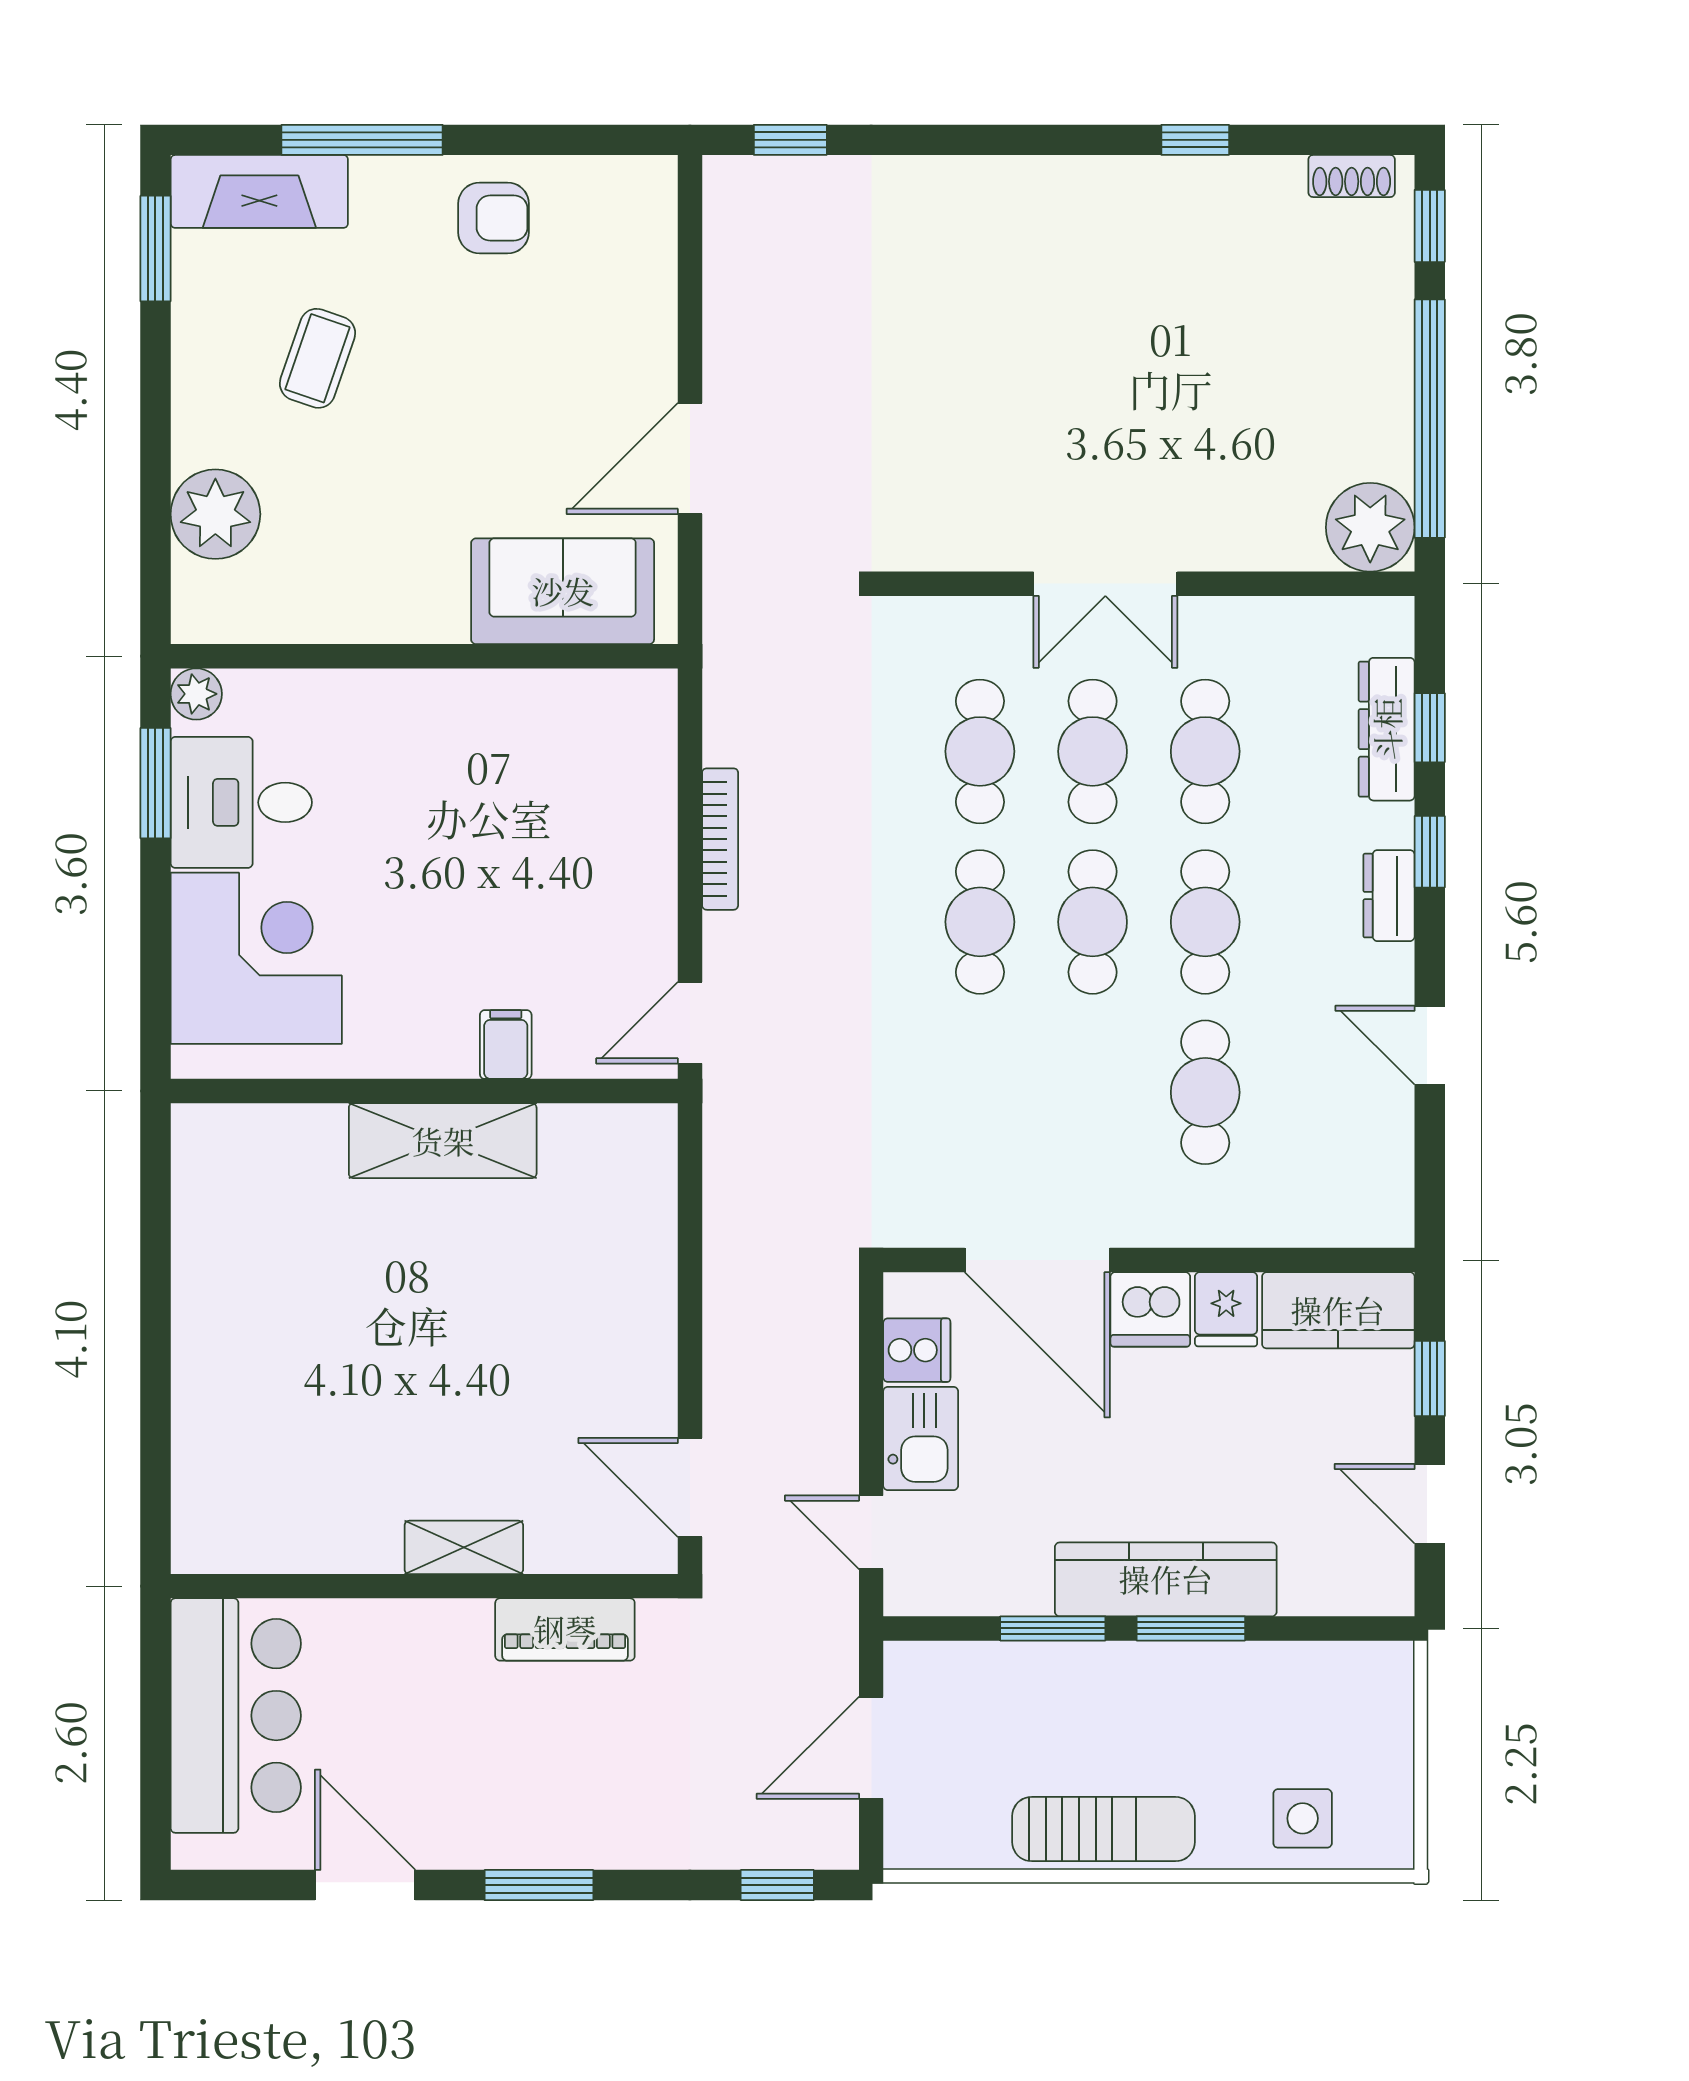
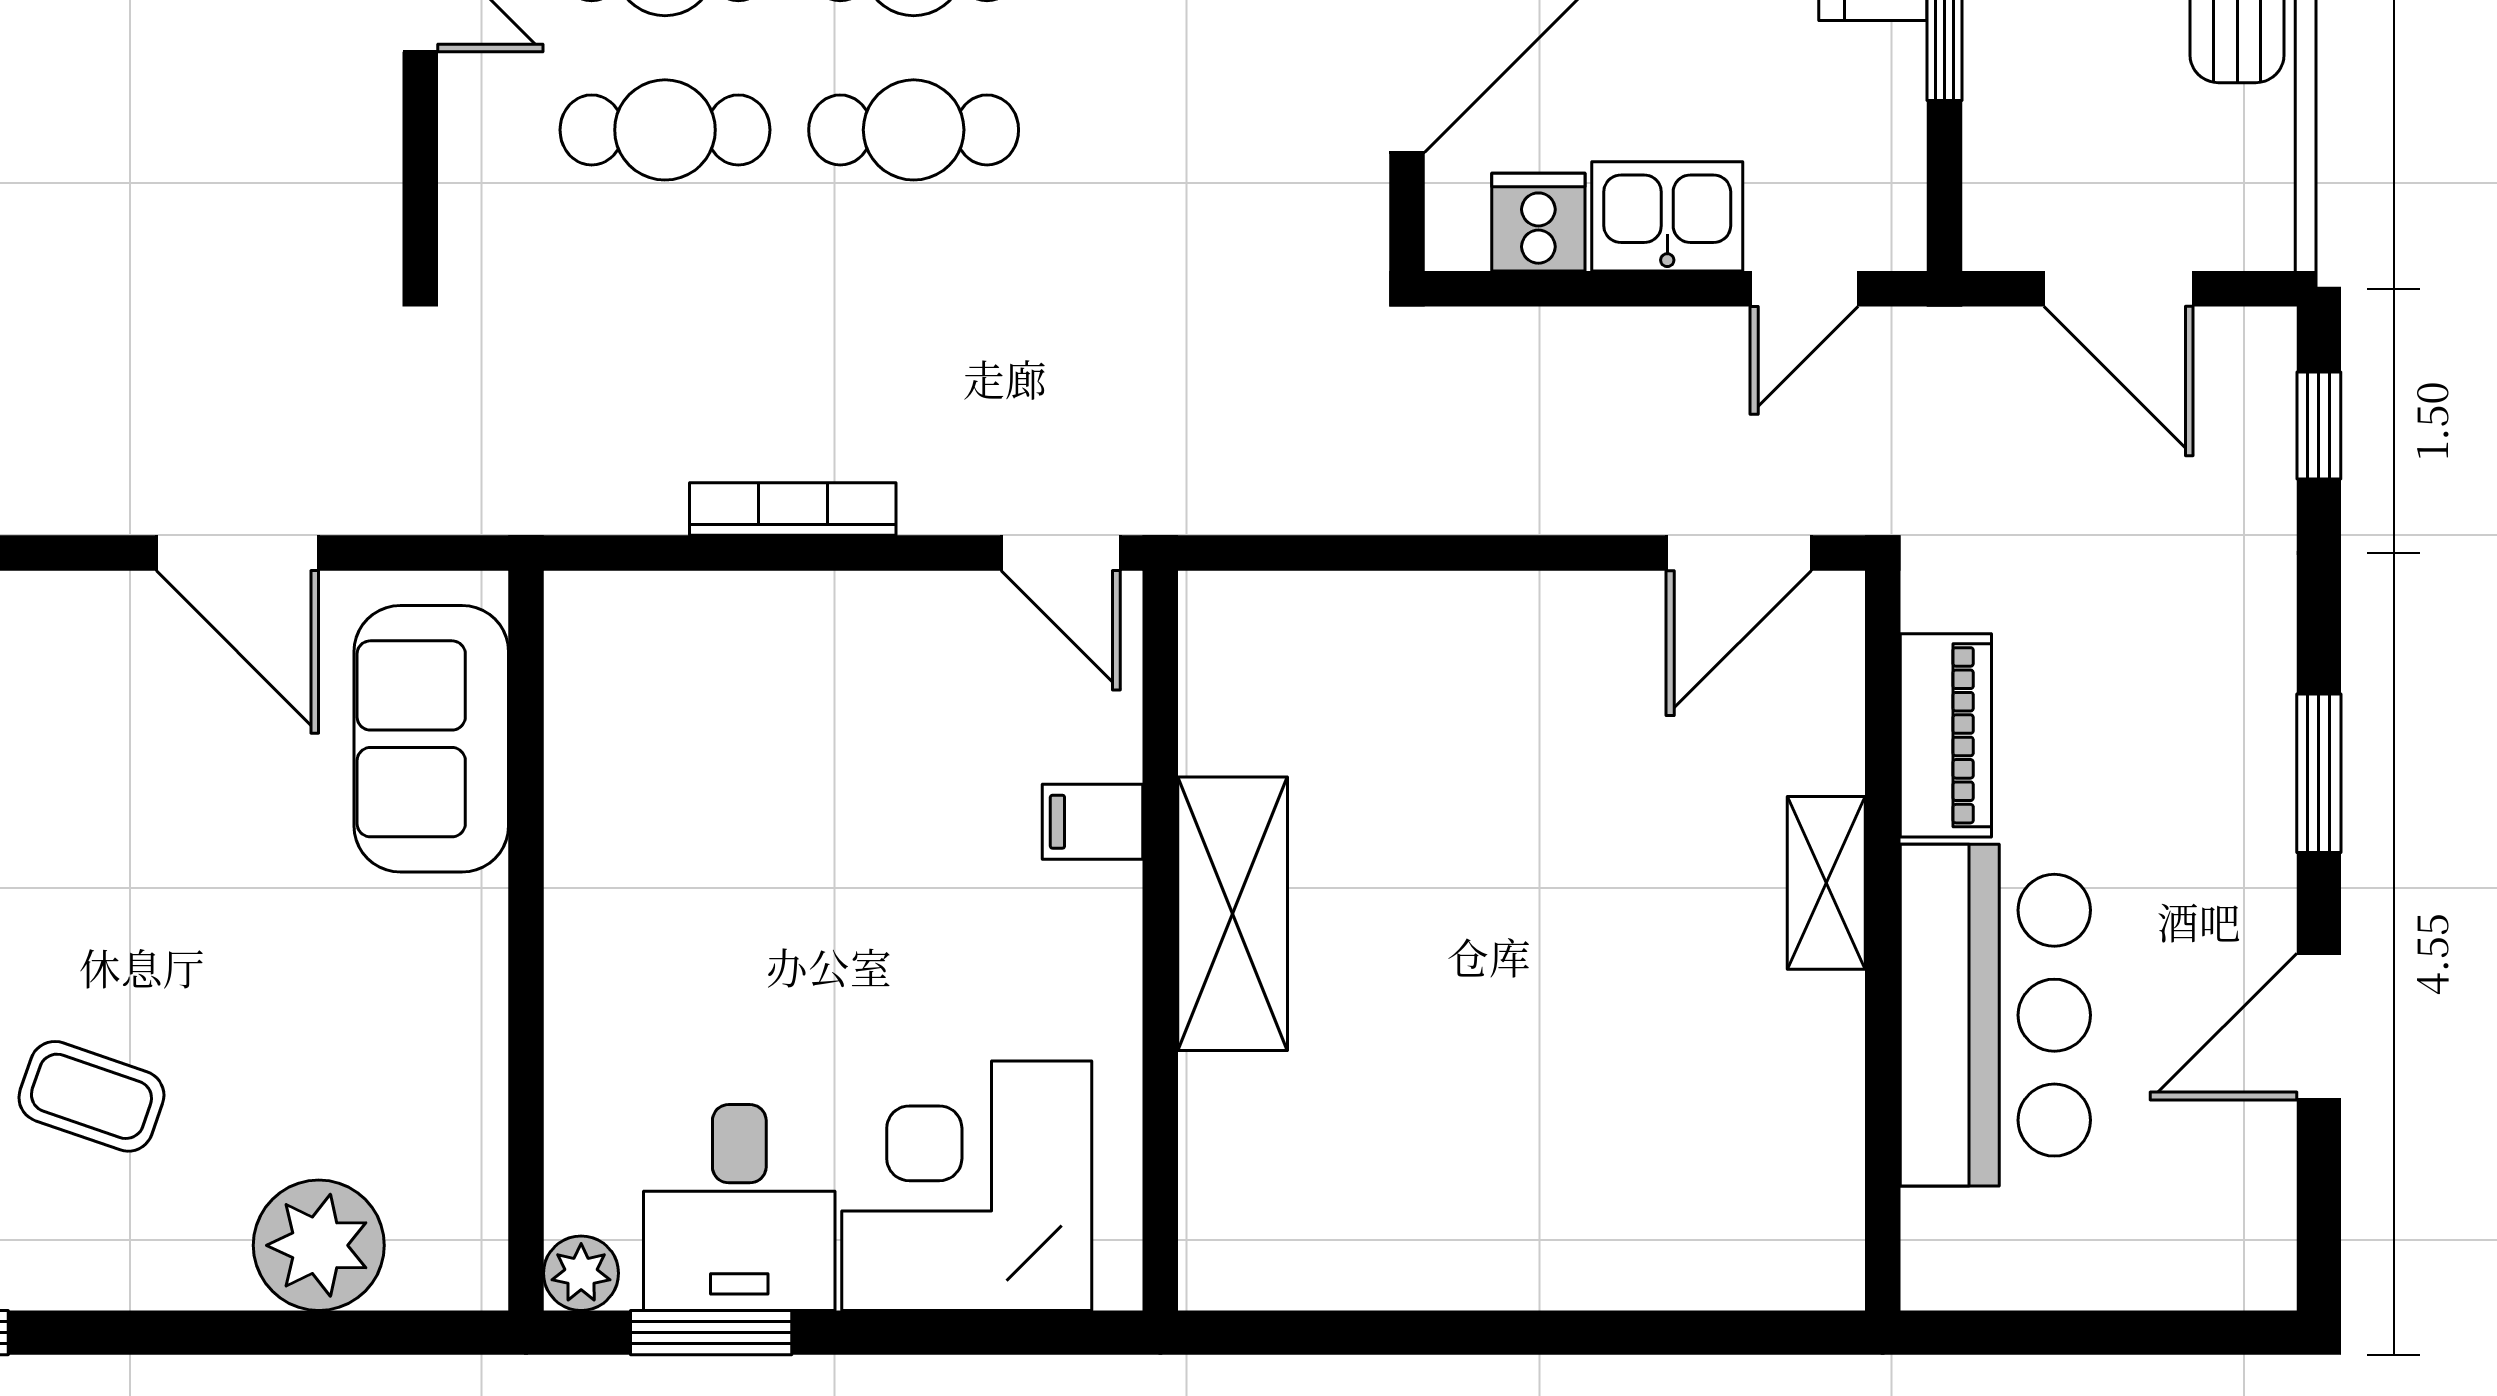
bar counter: (236, 1716) -> (1995, 1015), moved, turned 90

